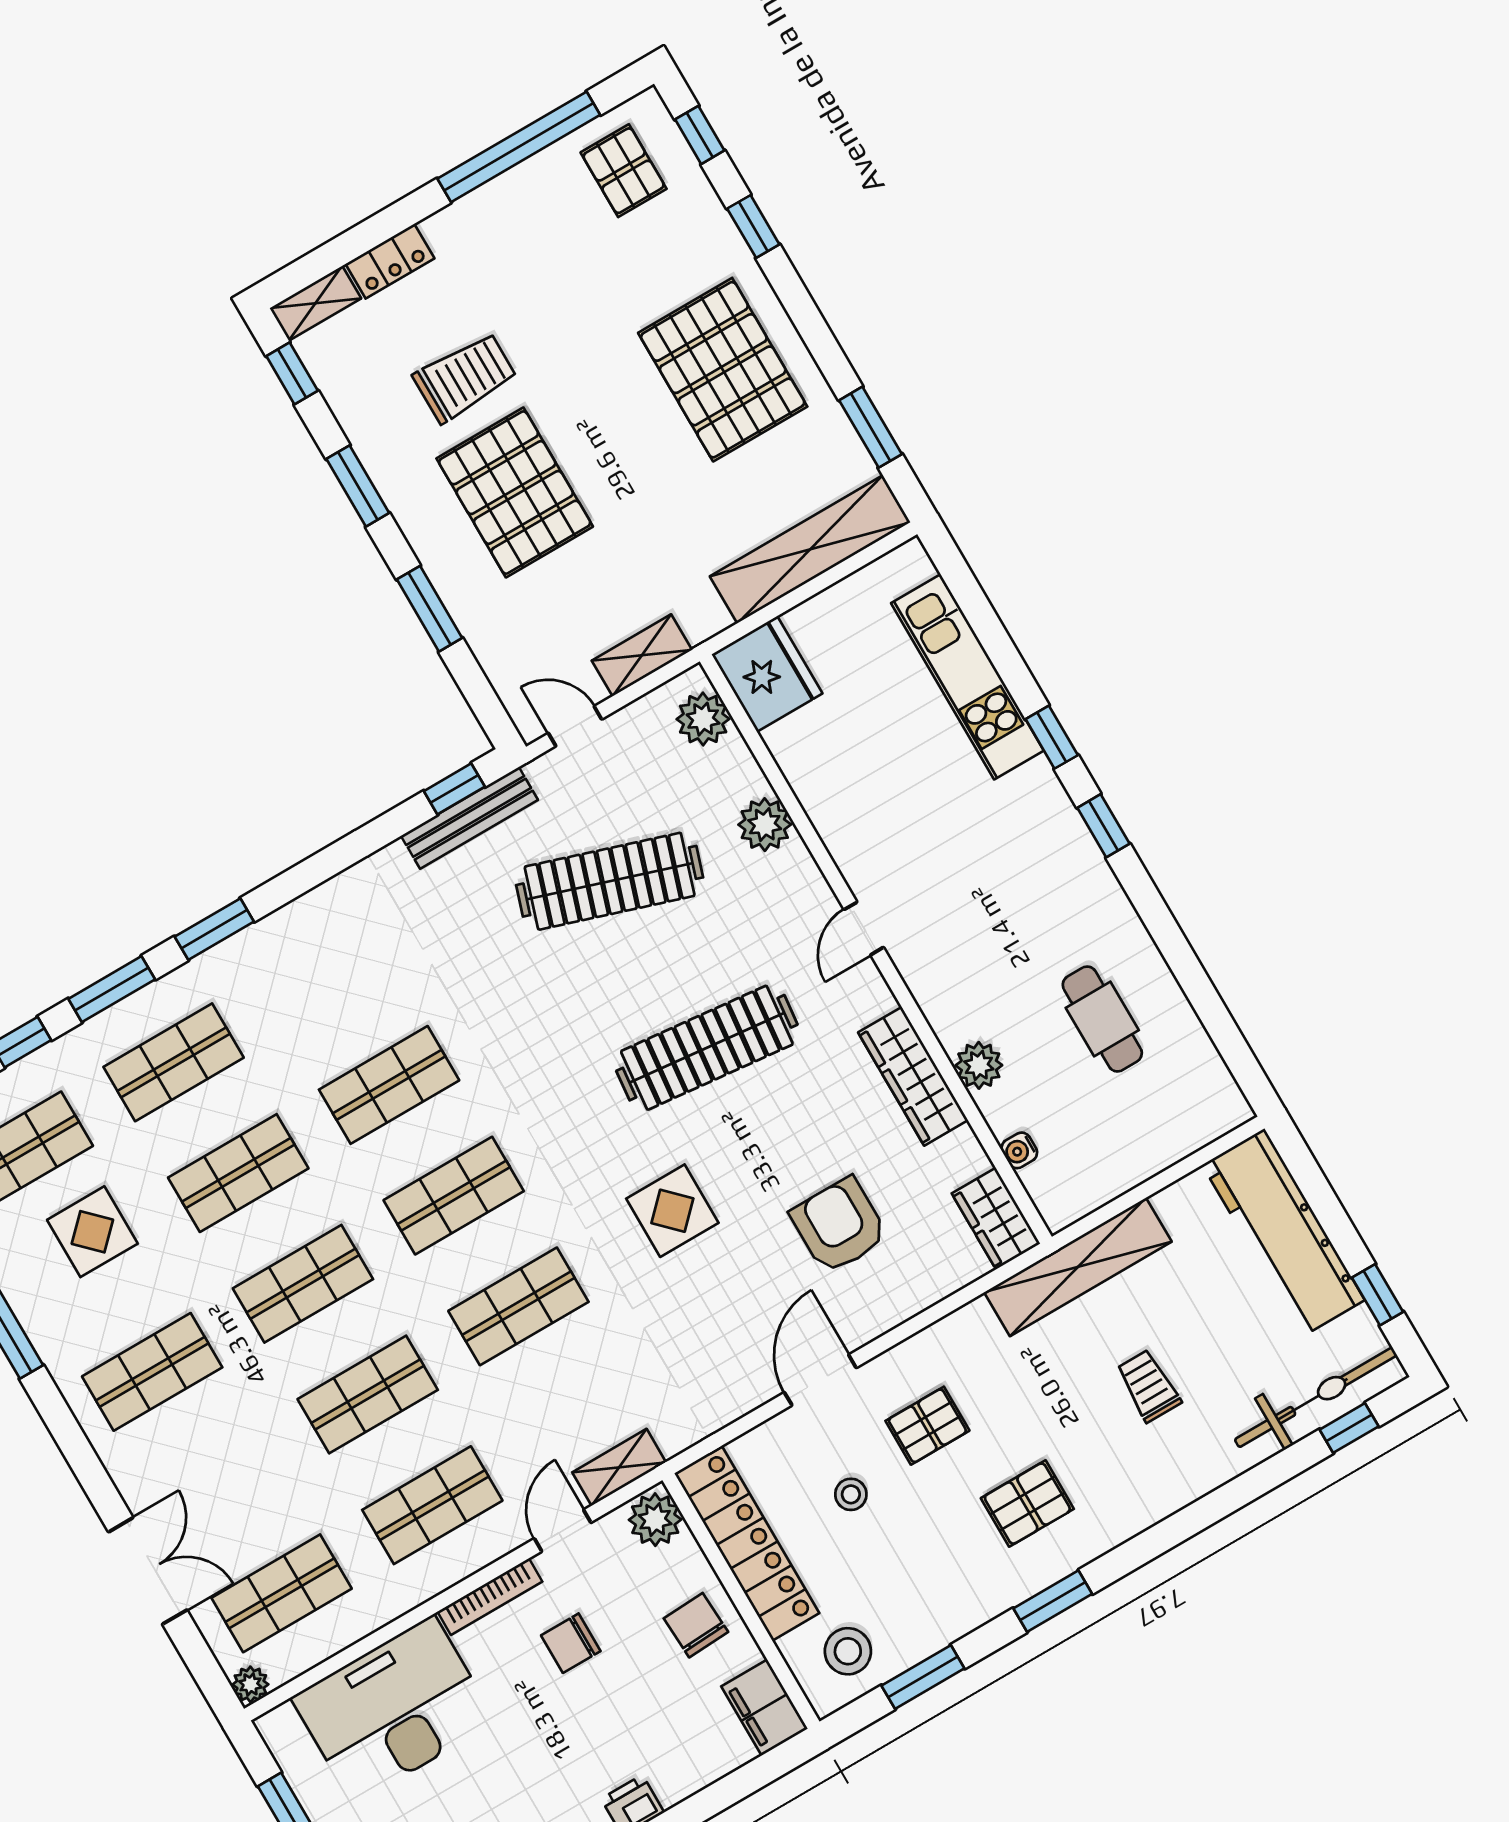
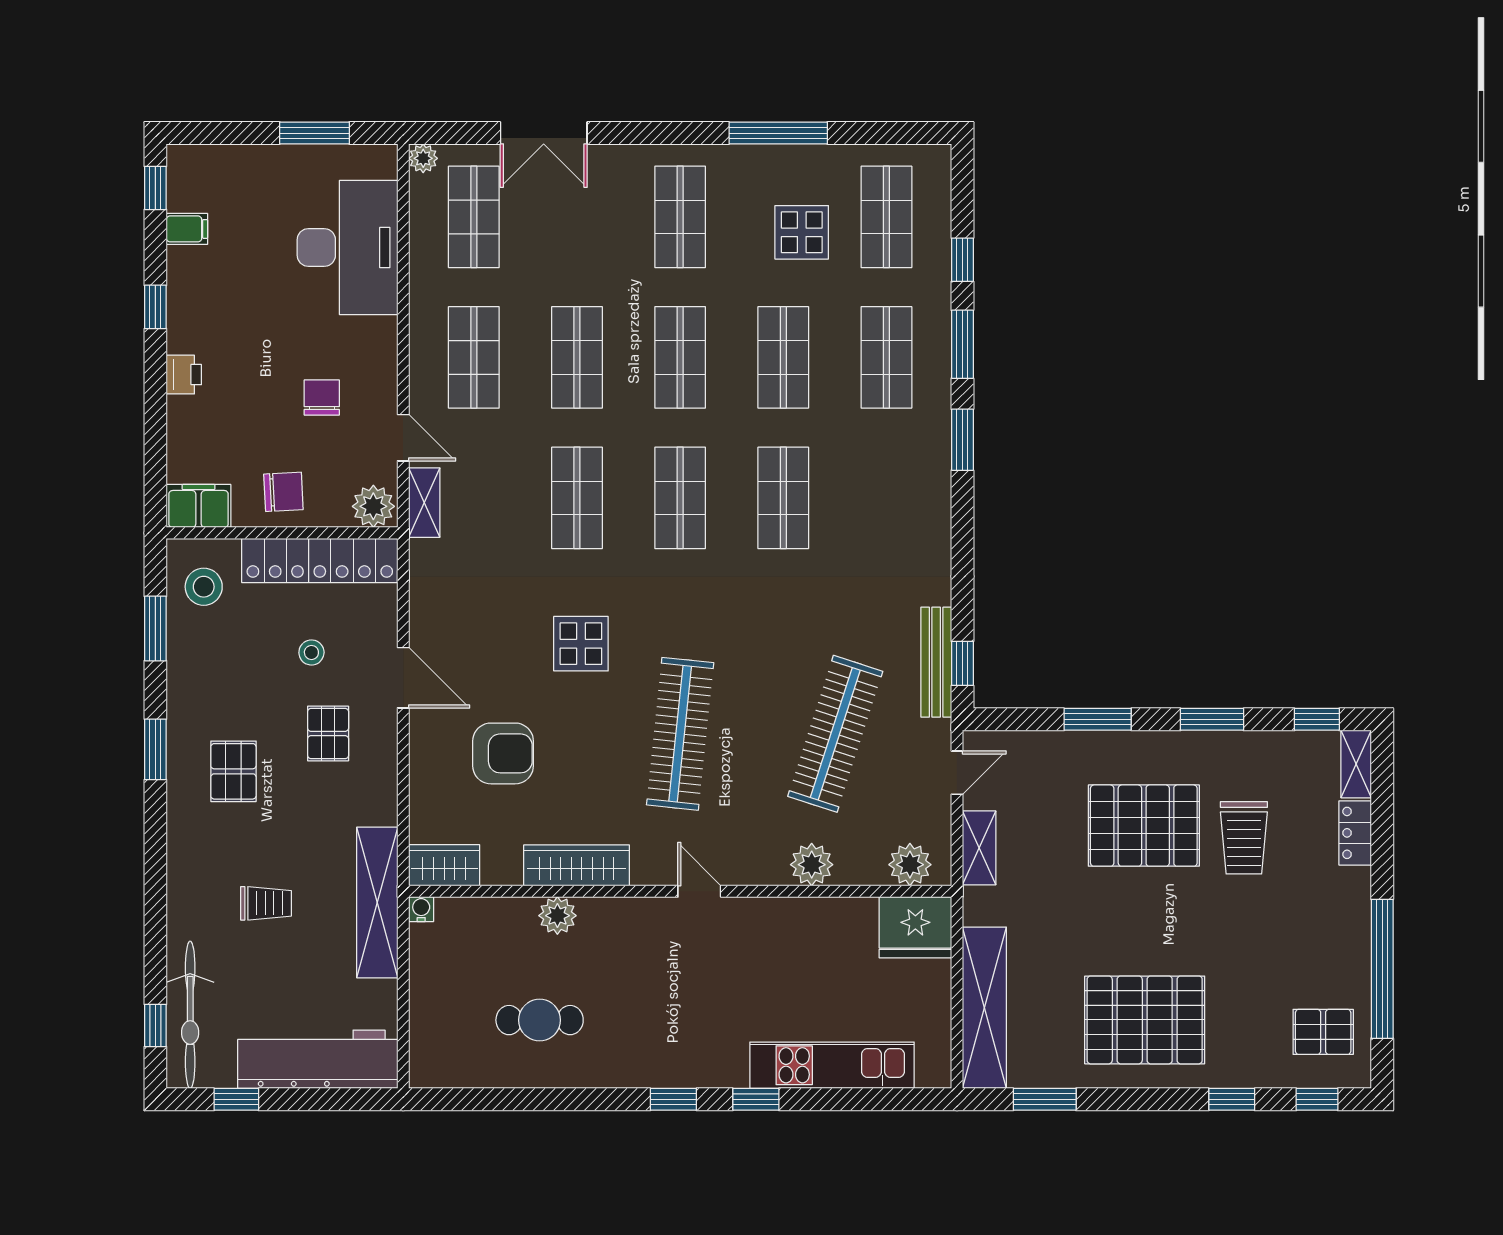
water cooler: (1019, 1150) -> (421, 909), moved
bookcase: (490, 1597) -> (387, 360), removed

